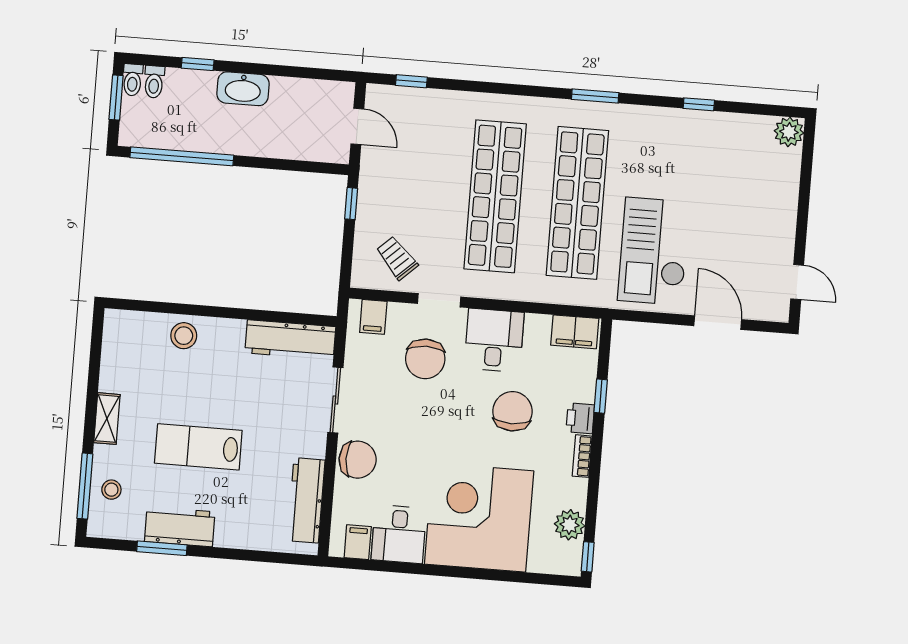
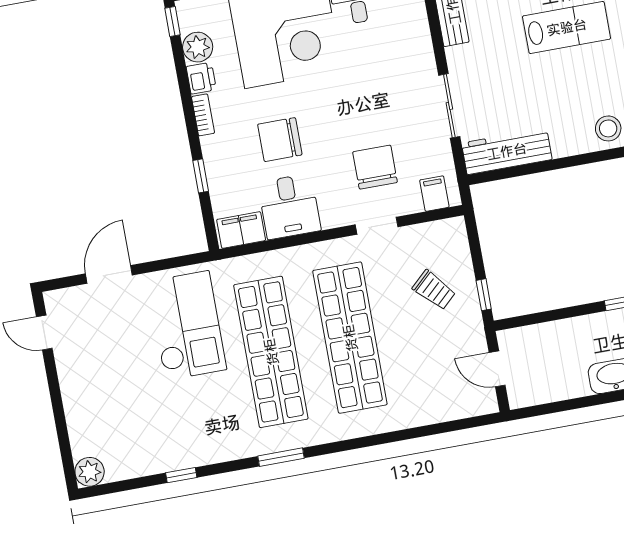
window: (411, 81) -> (458, 425), removed
trolley: (397, 258) -> (434, 290), moved
door: (718, 323) -> (109, 274), swing flipped
desk: (494, 340) -> (289, 206), moved
chair: (512, 411) -> (280, 140), turned 90
printer: (580, 418) -> (201, 78), moved
chair: (358, 460) -> (413, 55), removed

